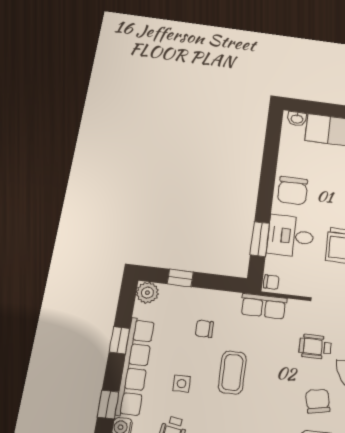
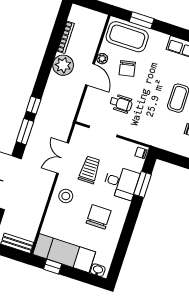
chair: (293, 191) -> (99, 217), moved
row of seats: (264, 306) -> (149, 137), removed

